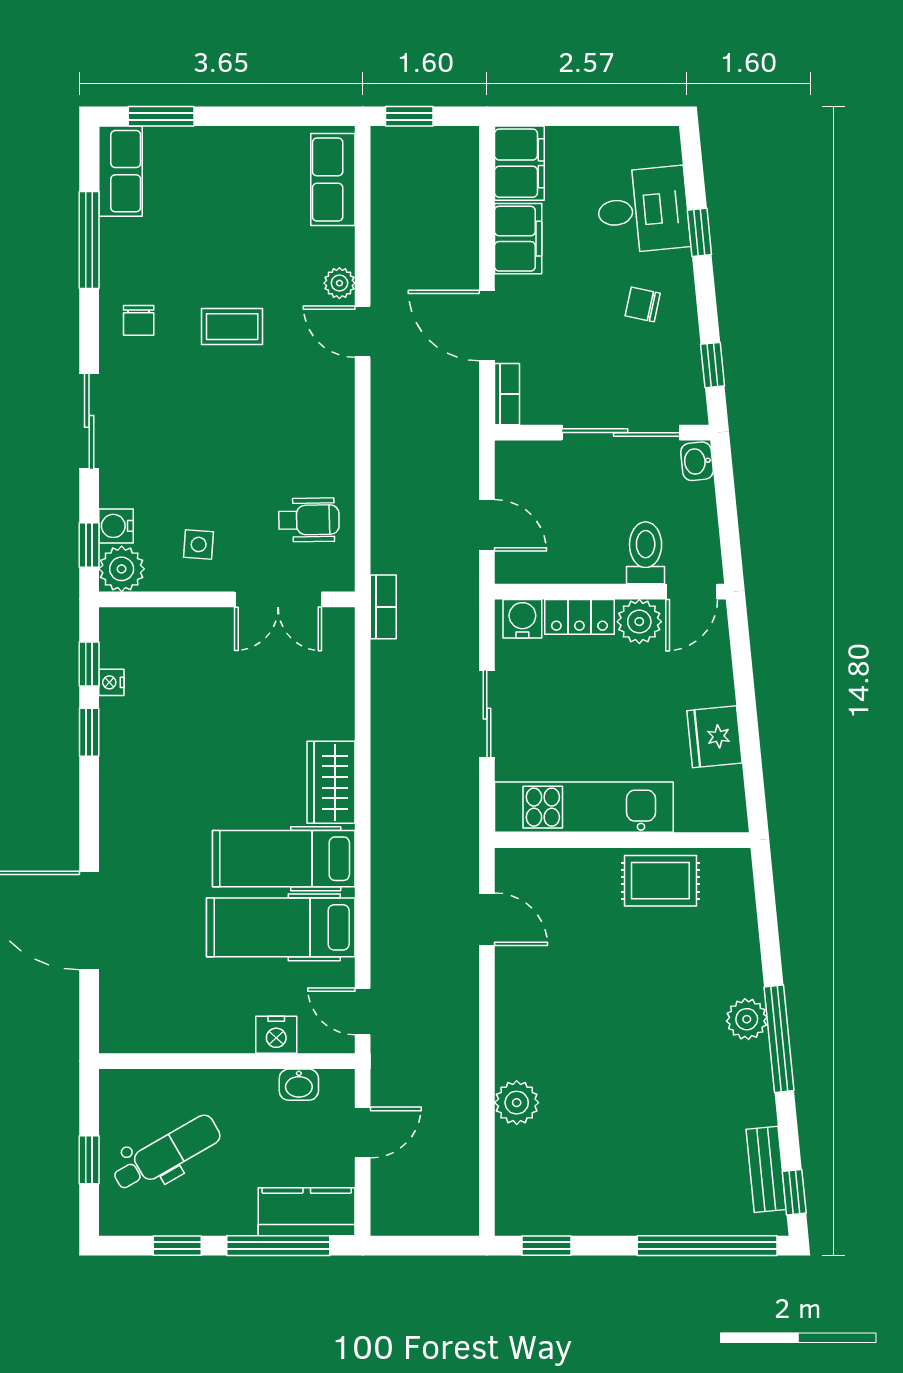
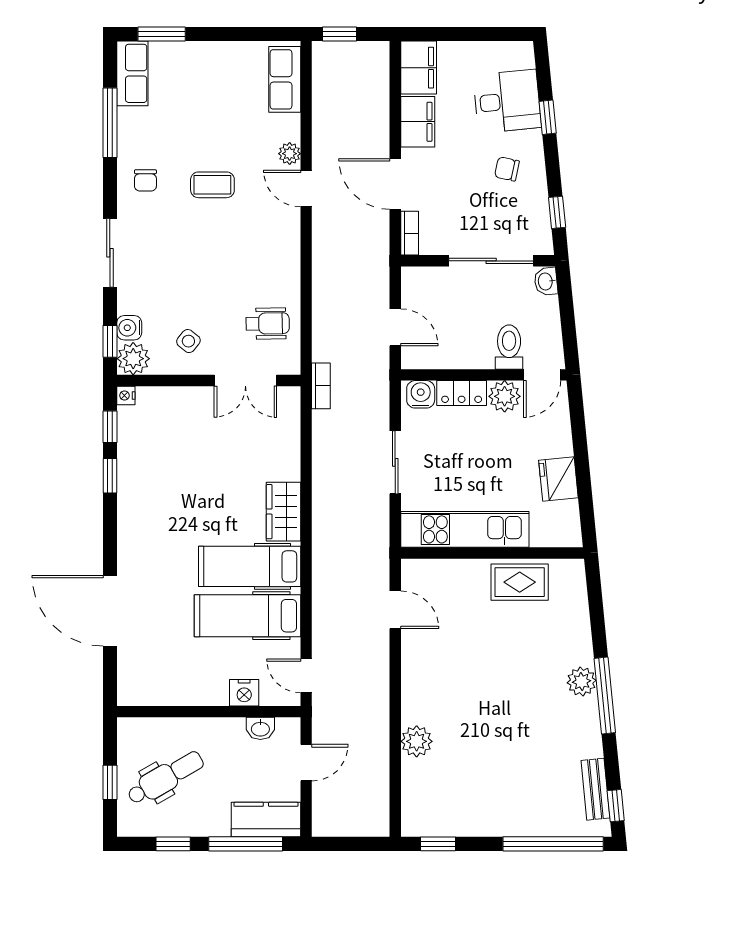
side table: (199, 544) -> (188, 341), turned 35
nightstand: (111, 682) -> (126, 396), moved

